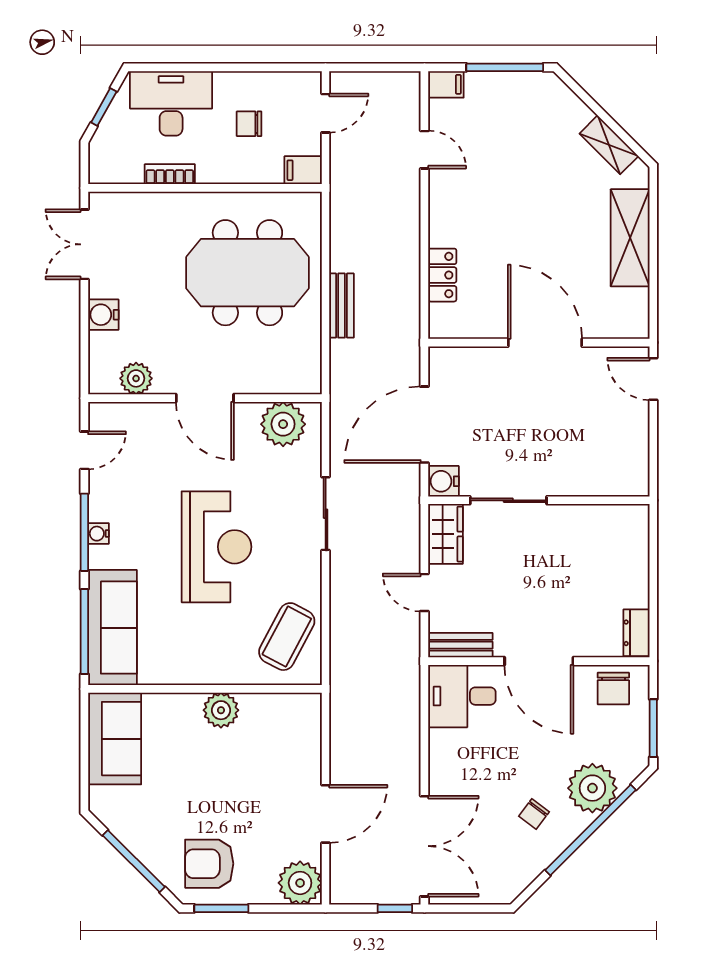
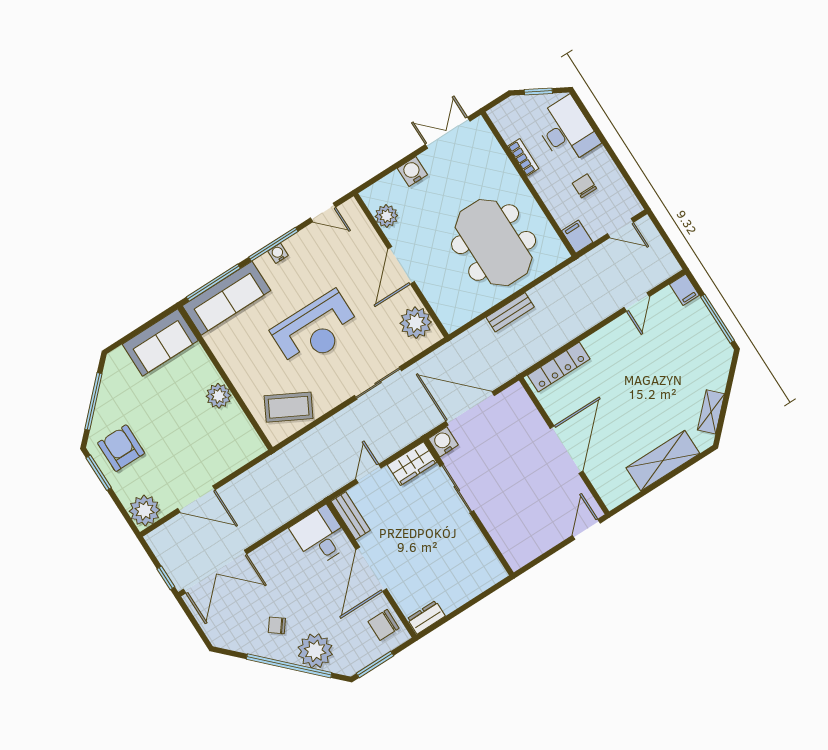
locker: (442, 275) -> (559, 367), width x1.53

